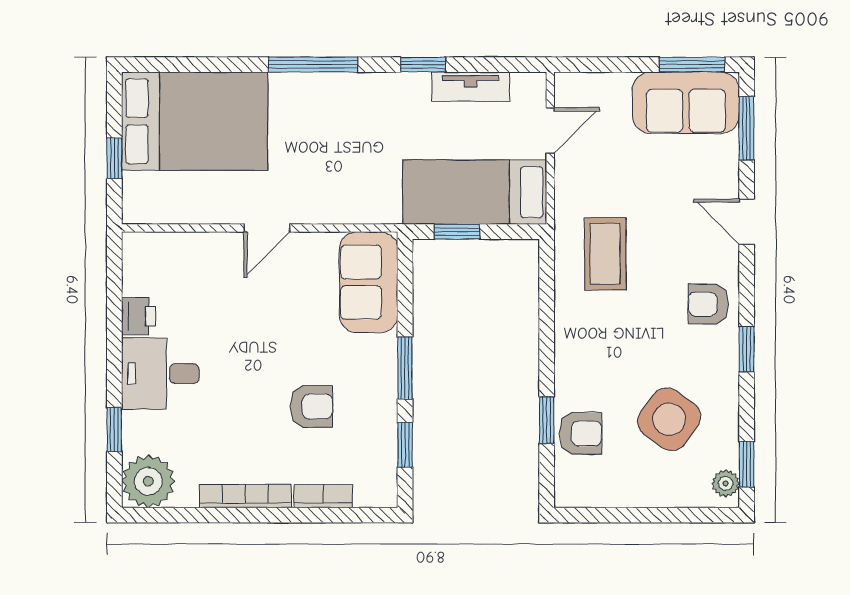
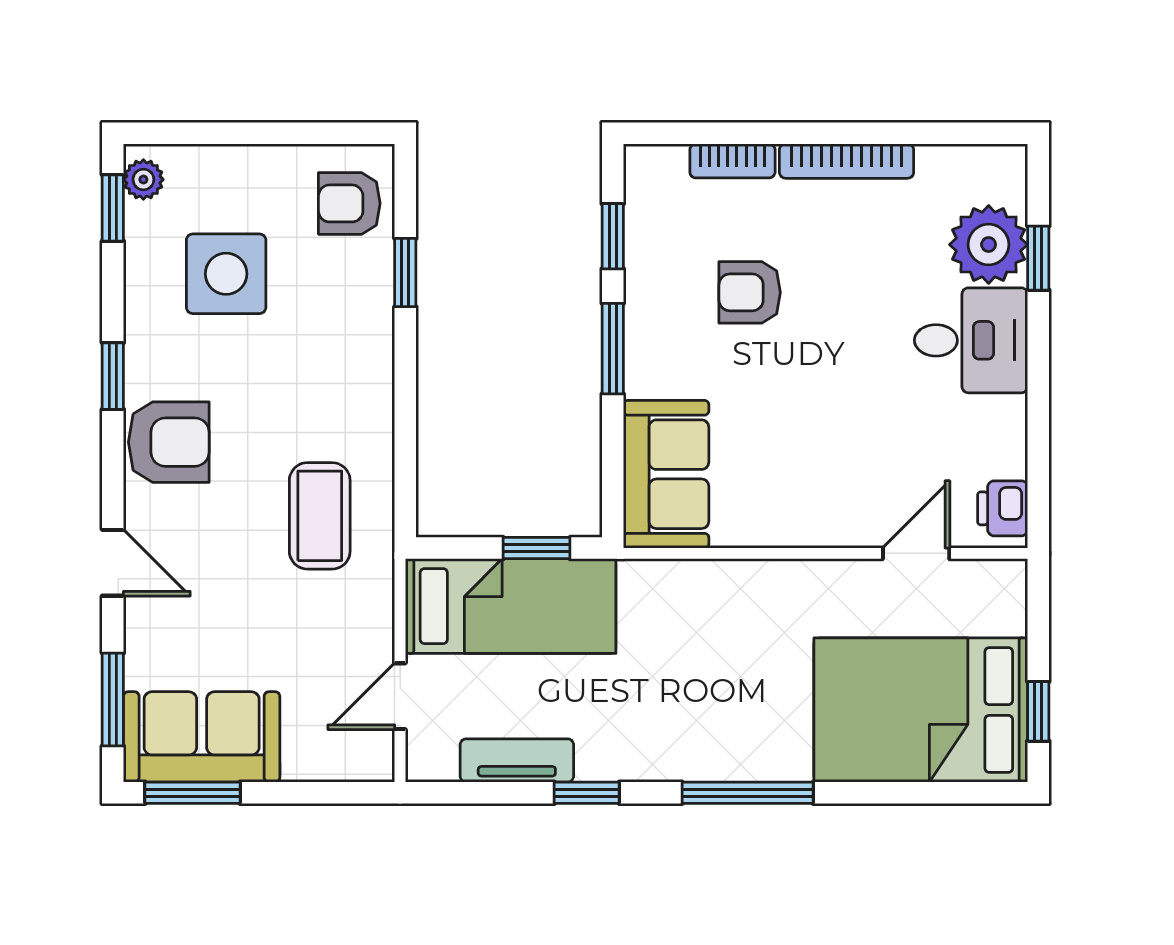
window: (114, 158) -> (1038, 711), moved
door: (267, 228) -> (916, 553), moved
armchair: (708, 304) -> (169, 442), width x1.38, depth x1.38
printer: (139, 316) -> (1003, 508), moved
side table: (669, 419) -> (226, 274), turned -36
armchair: (581, 433) -> (349, 203), moved
plant: (148, 481) -> (989, 245), moved

